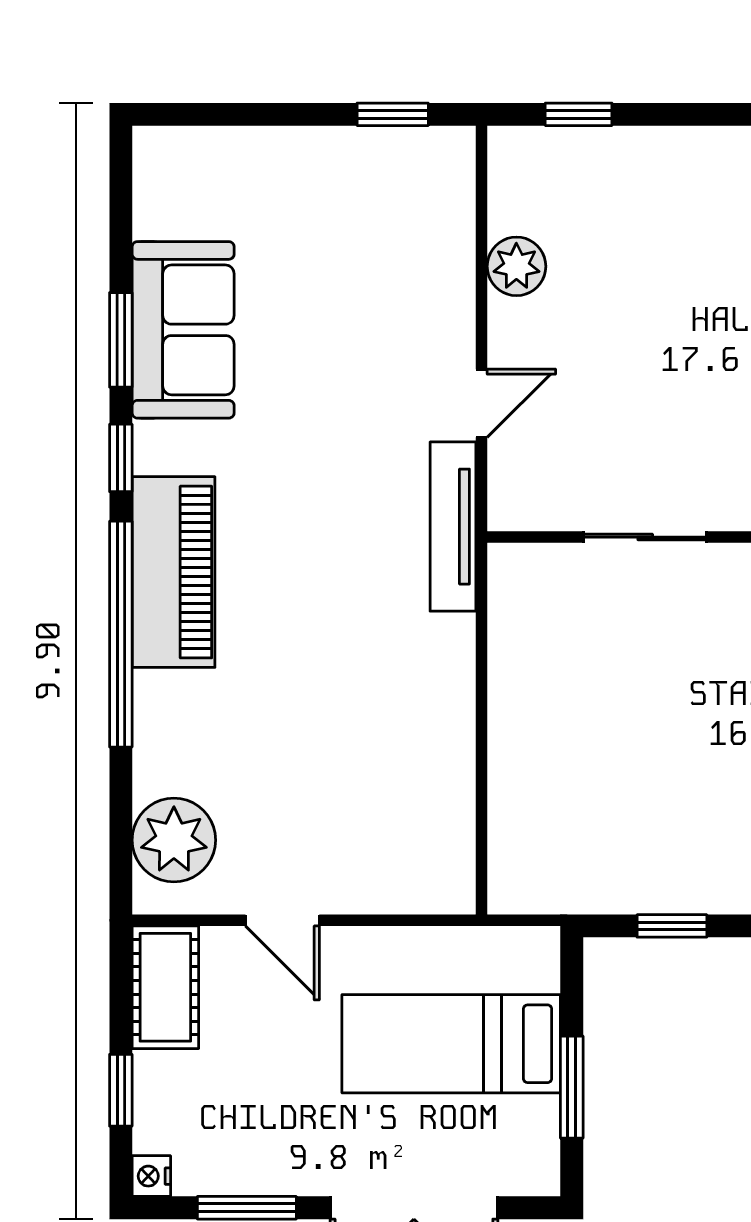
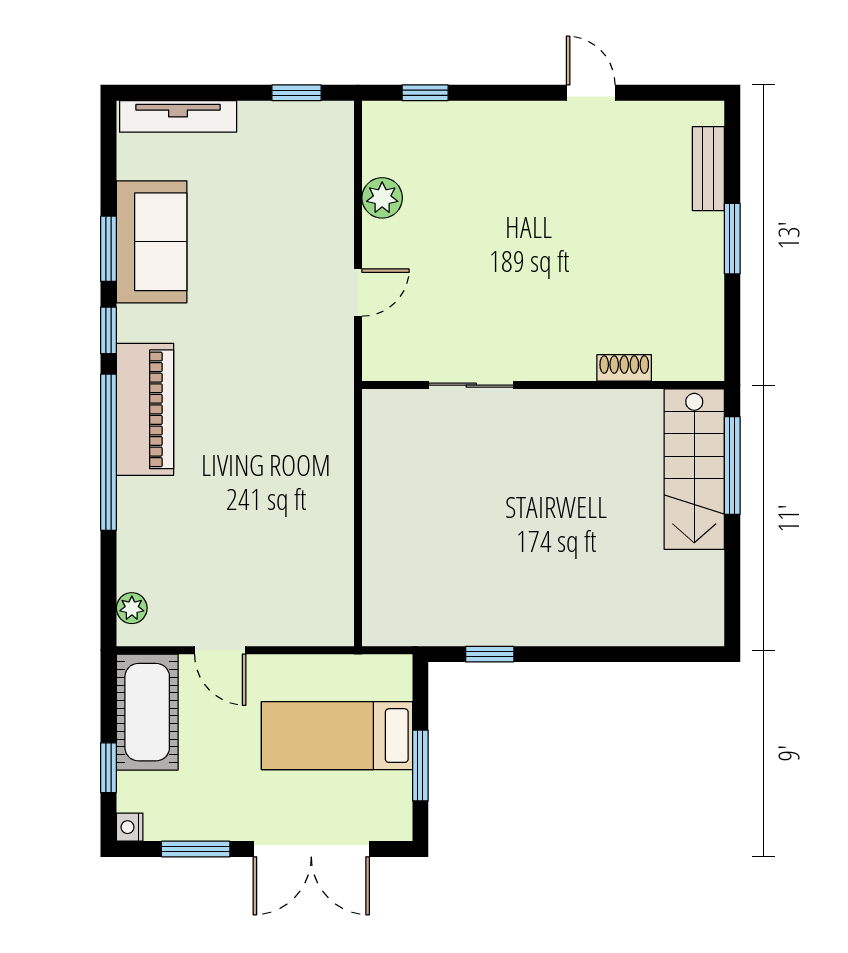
tv unit: (453, 527) -> (178, 116), moved, turned -90
plant: (174, 840) -> (132, 608), width x0.53, depth x0.53
cot: (165, 987) -> (147, 712), width x1.37, depth x1.34

